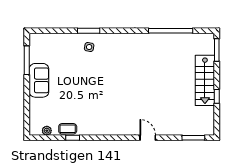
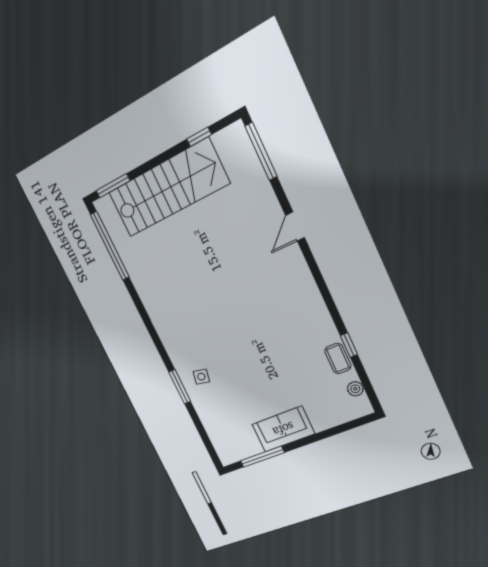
window: (171, 31) -> (110, 246), moved
stairs: (205, 80) -> (168, 188), width x1.36, depth x1.51
window: (217, 96) -> (199, 137), moved
window: (193, 138) -> (261, 151), width x1.44

